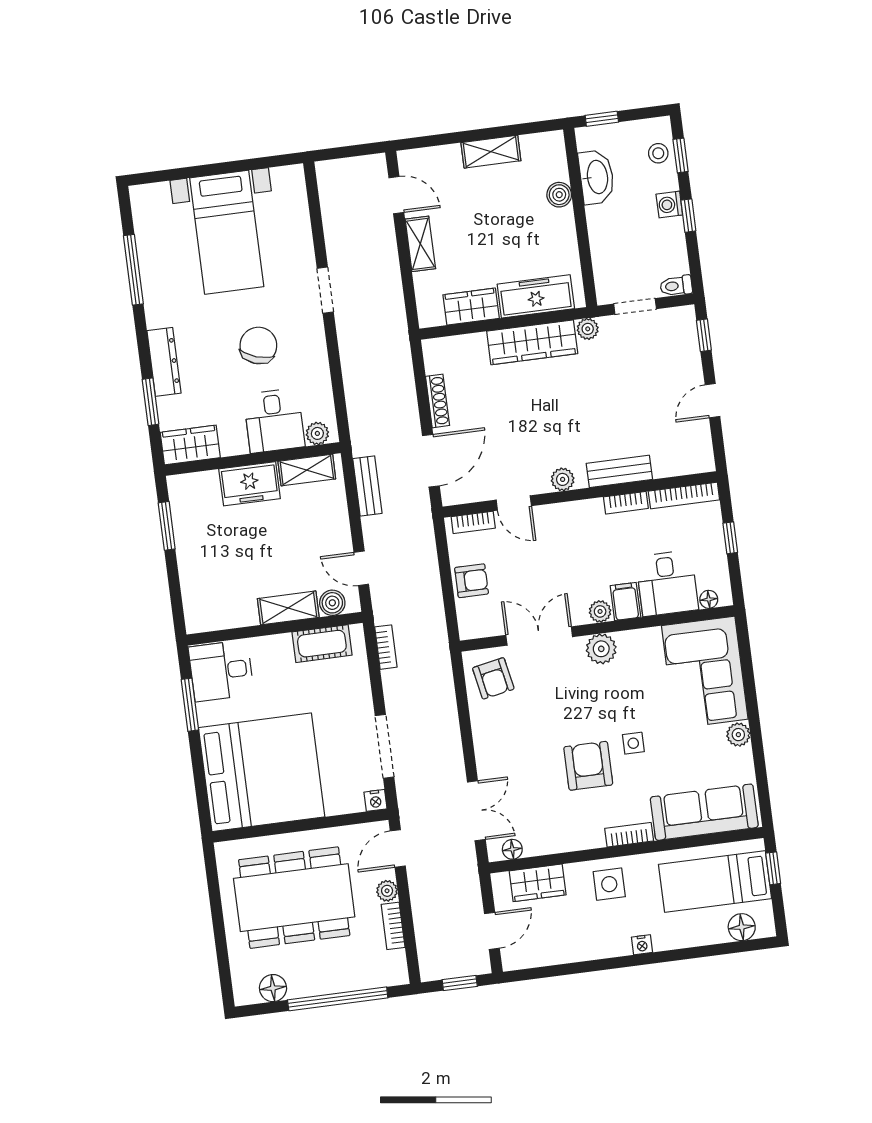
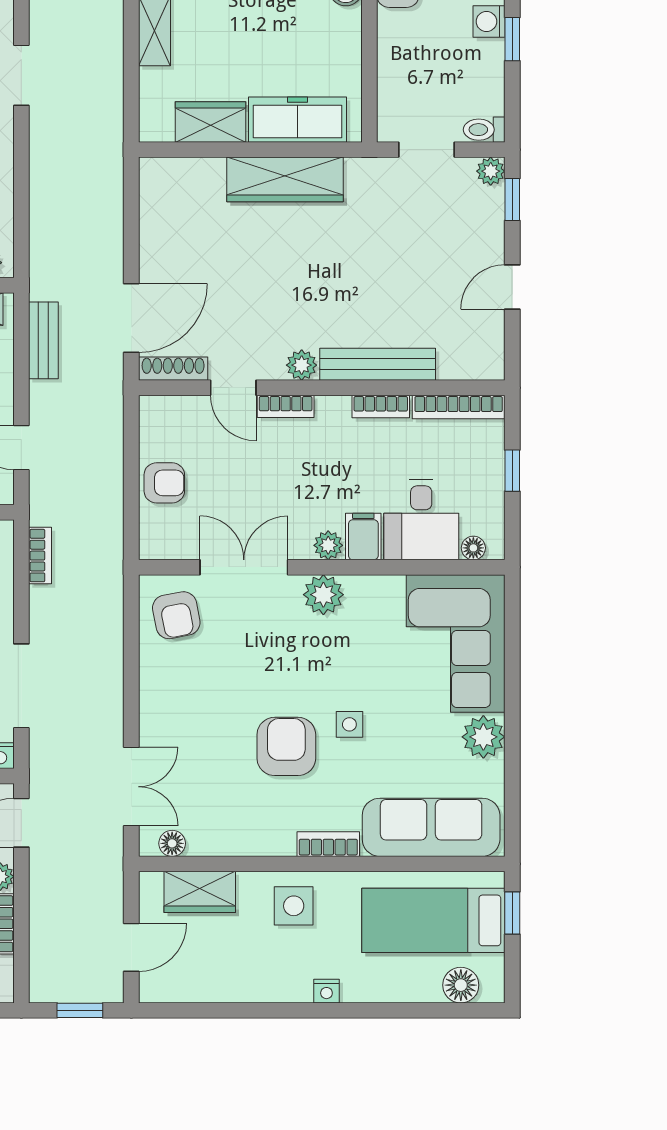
plant: (588, 329) -> (491, 171), moved
shoe rack: (438, 401) -> (173, 369), moved, turned -90
bench: (619, 471) -> (378, 364), width x1.36
bookcase: (473, 522) -> (286, 406), moved
plant: (738, 735) -> (483, 737), width x1.38, depth x1.38

